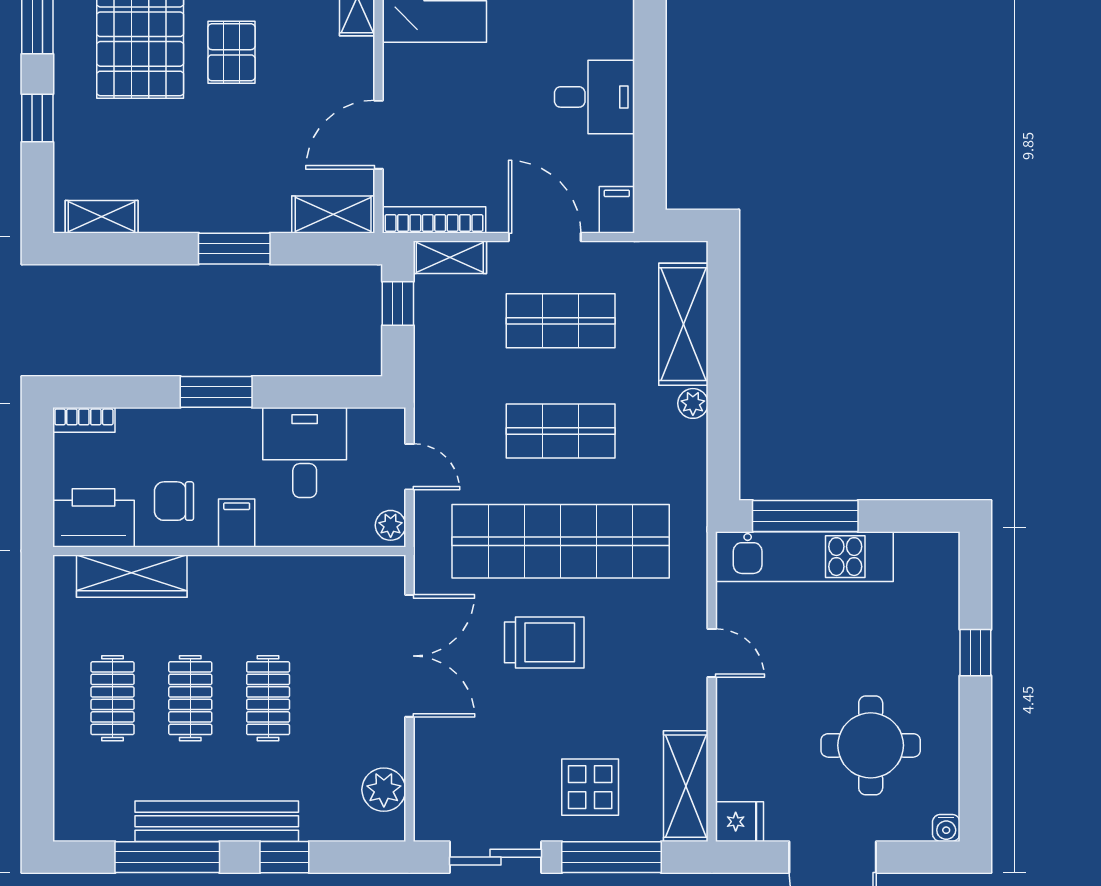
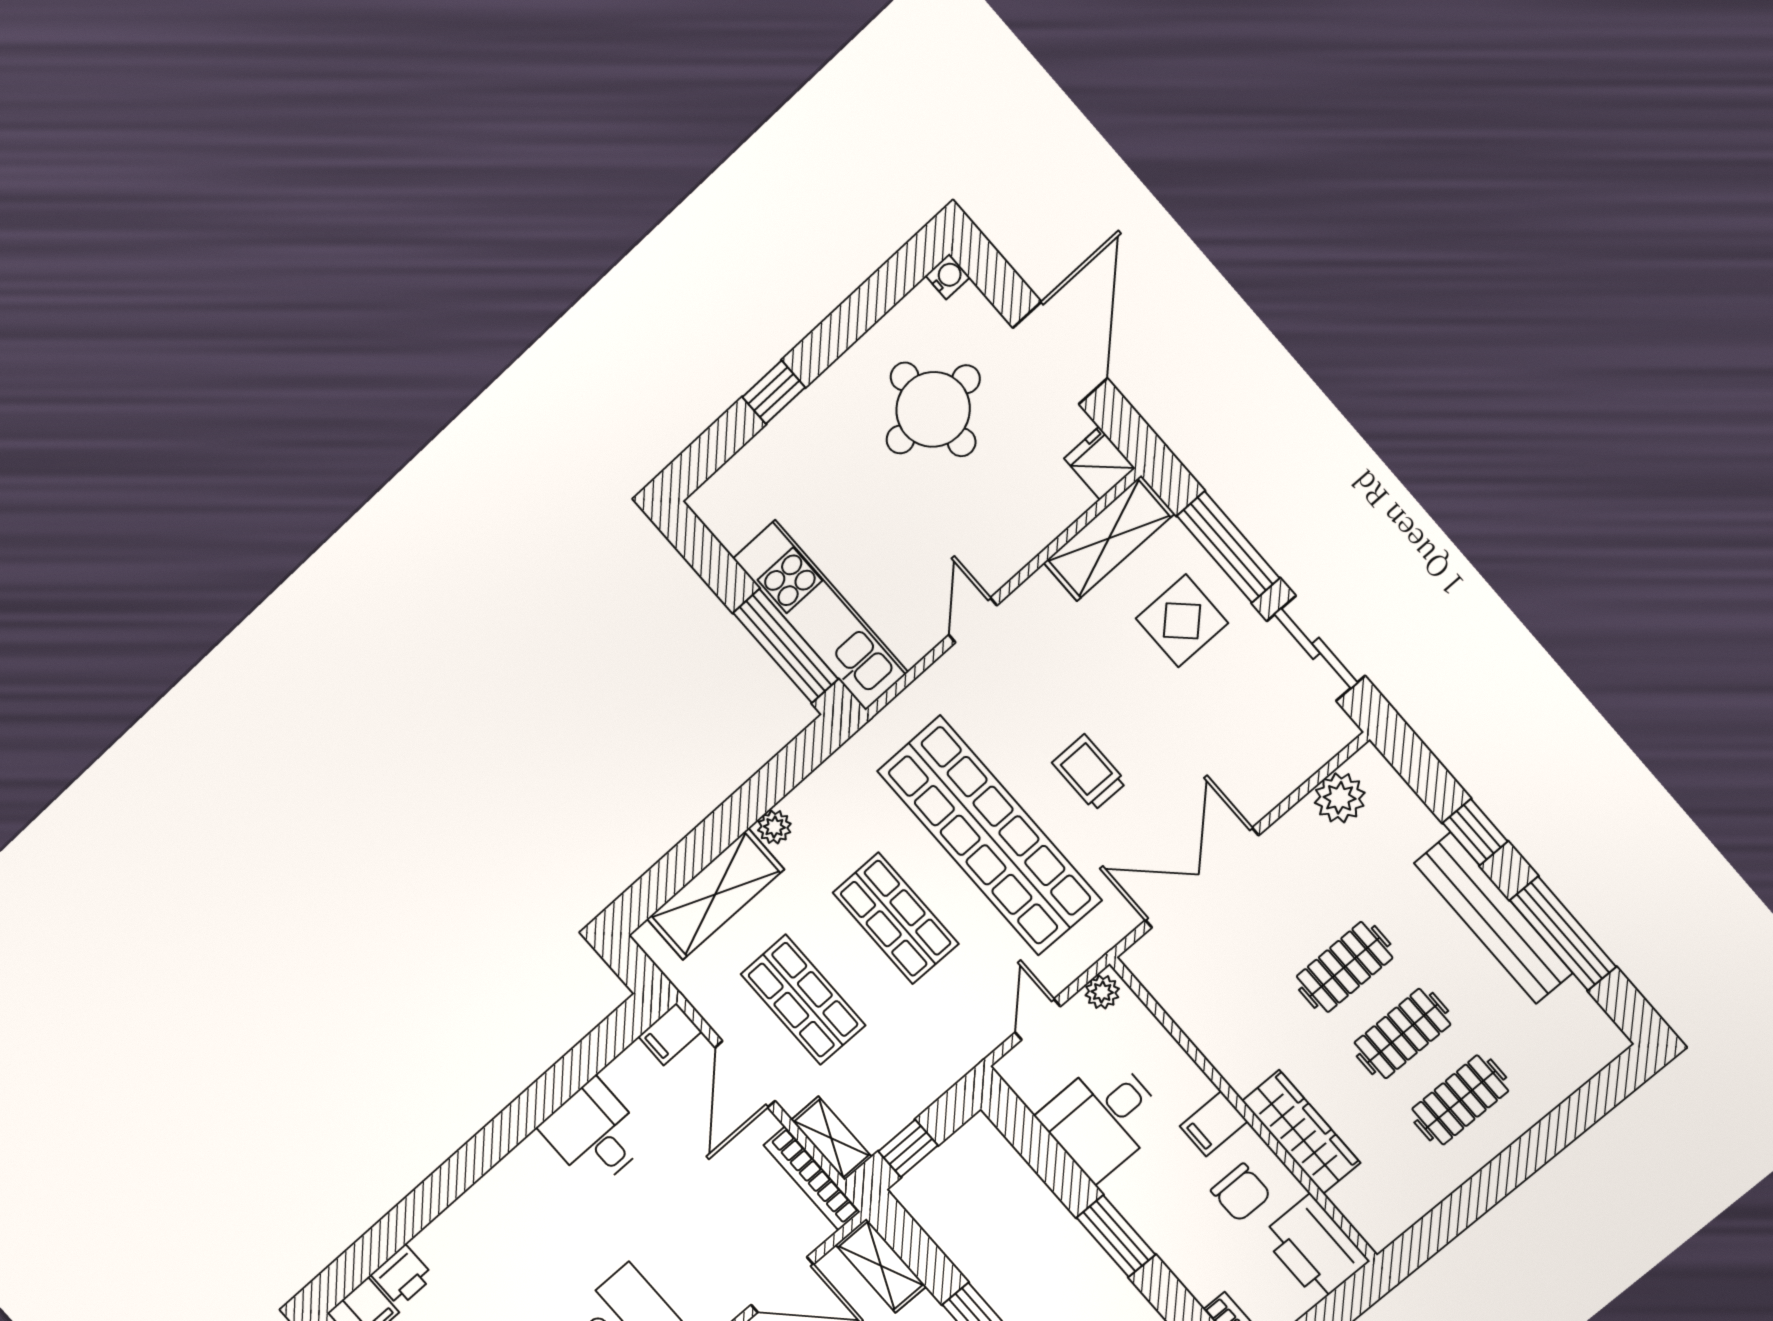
wardrobe: (132, 576) -> (1301, 1132), moved
trolley: (544, 642) -> (1089, 773), width x0.73, depth x0.72

